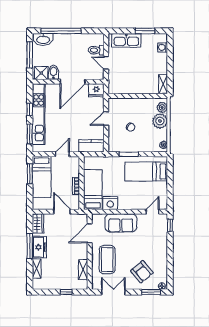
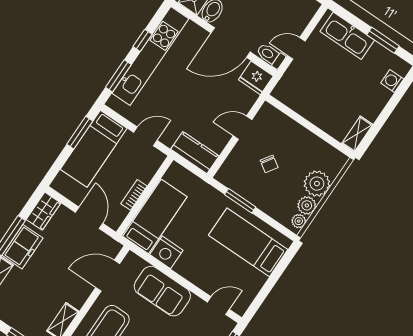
toilet: (96, 50) -> (271, 56), moved
door: (106, 63) -> (296, 48), hinge flipped
plant: (162, 107) -> (307, 205), moved

